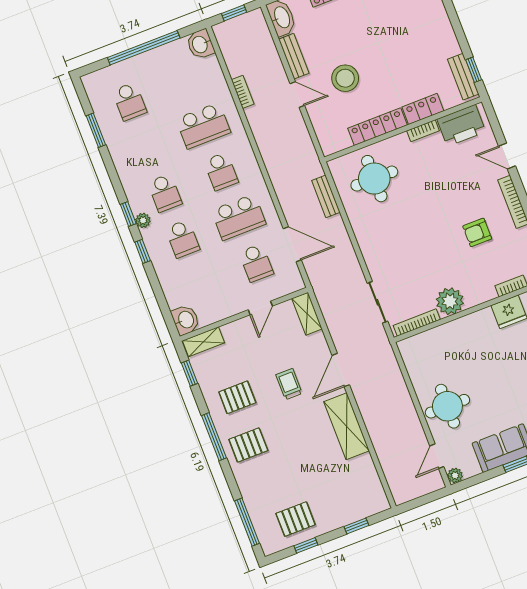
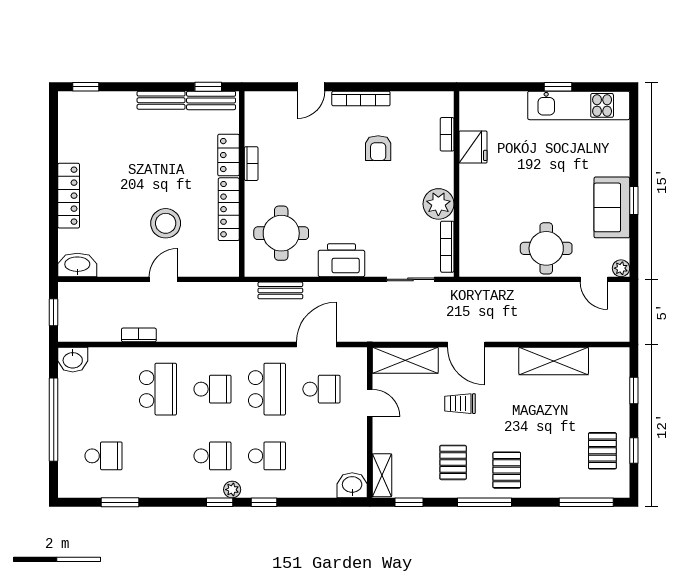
bench: (294, 56) -> (161, 100), moved
printer: (461, 125) -> (341, 260), moved, turned -90
shelving: (307, 314) -> (405, 360), width x1.50, depth x1.33
shelving: (347, 426) -> (554, 361), moved

